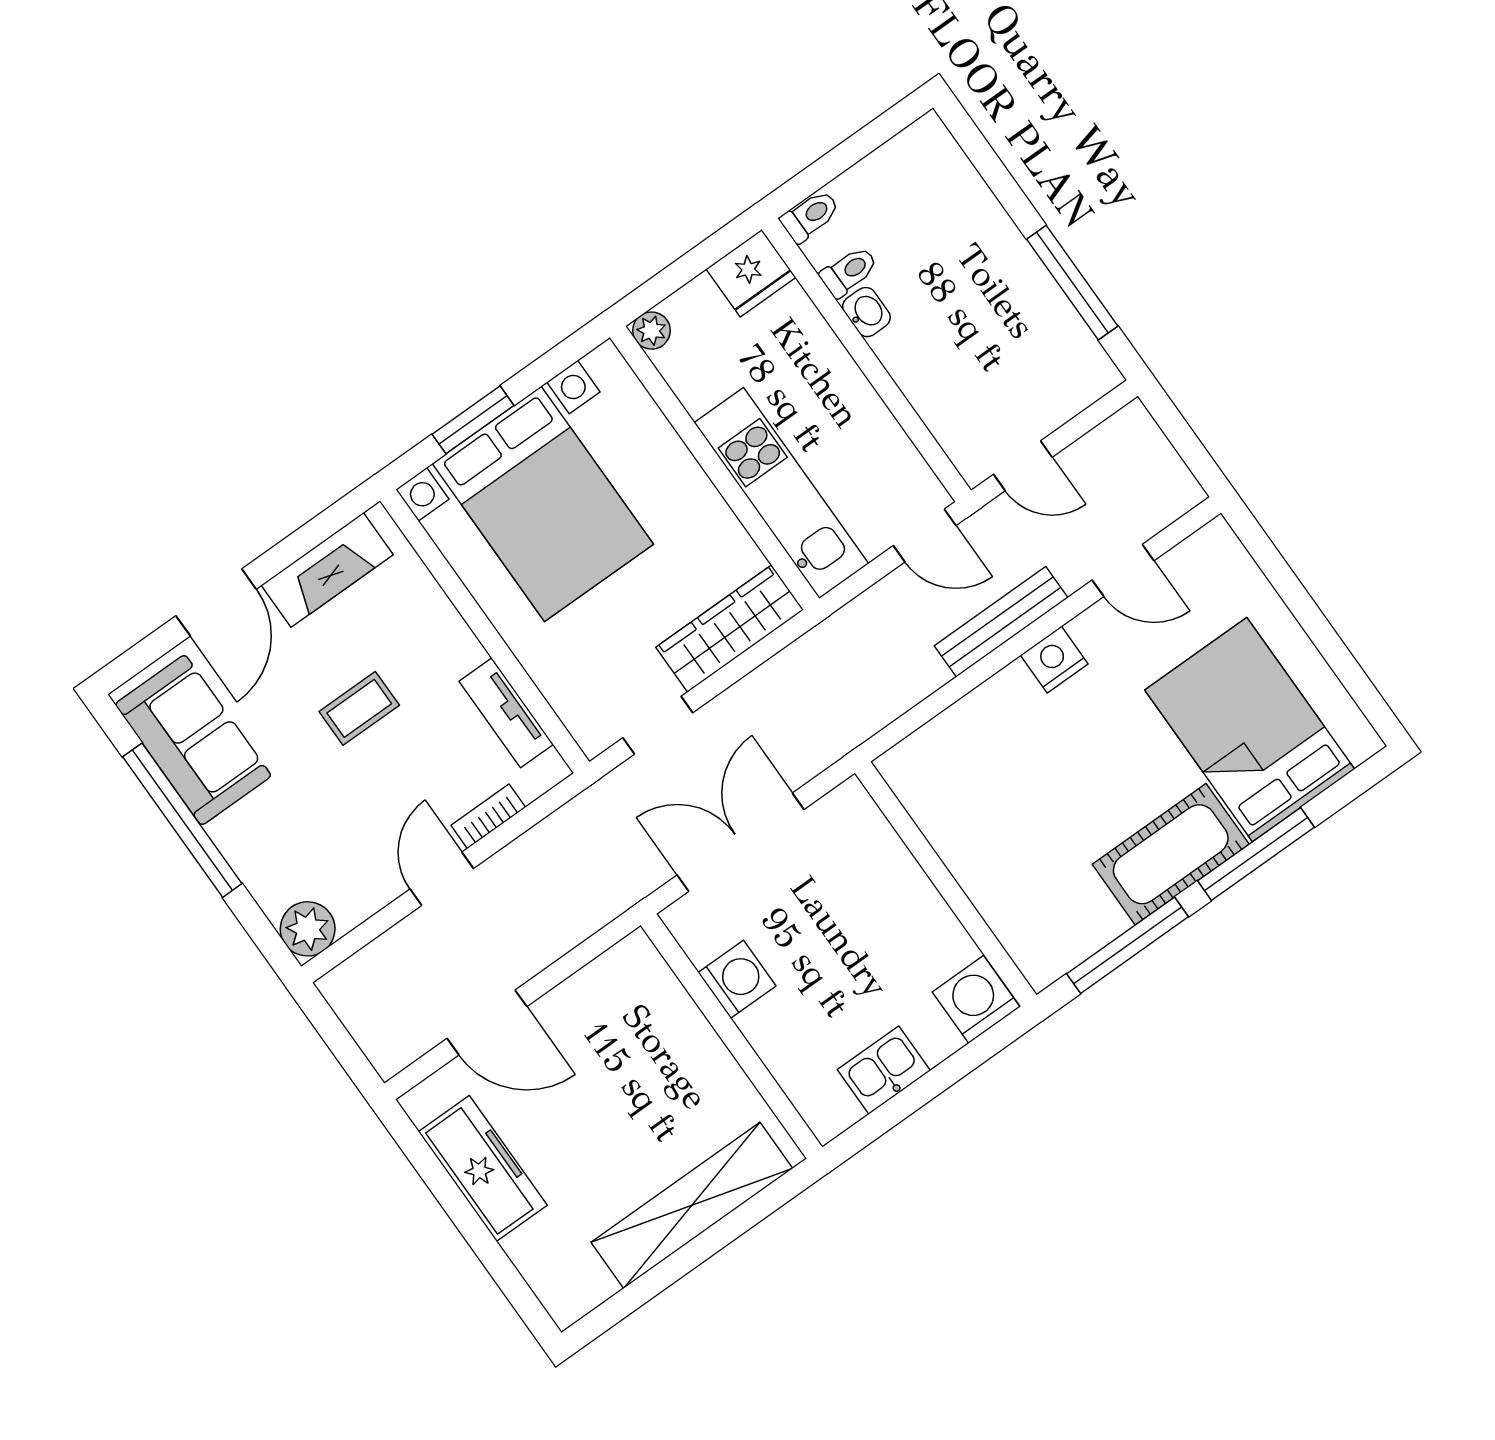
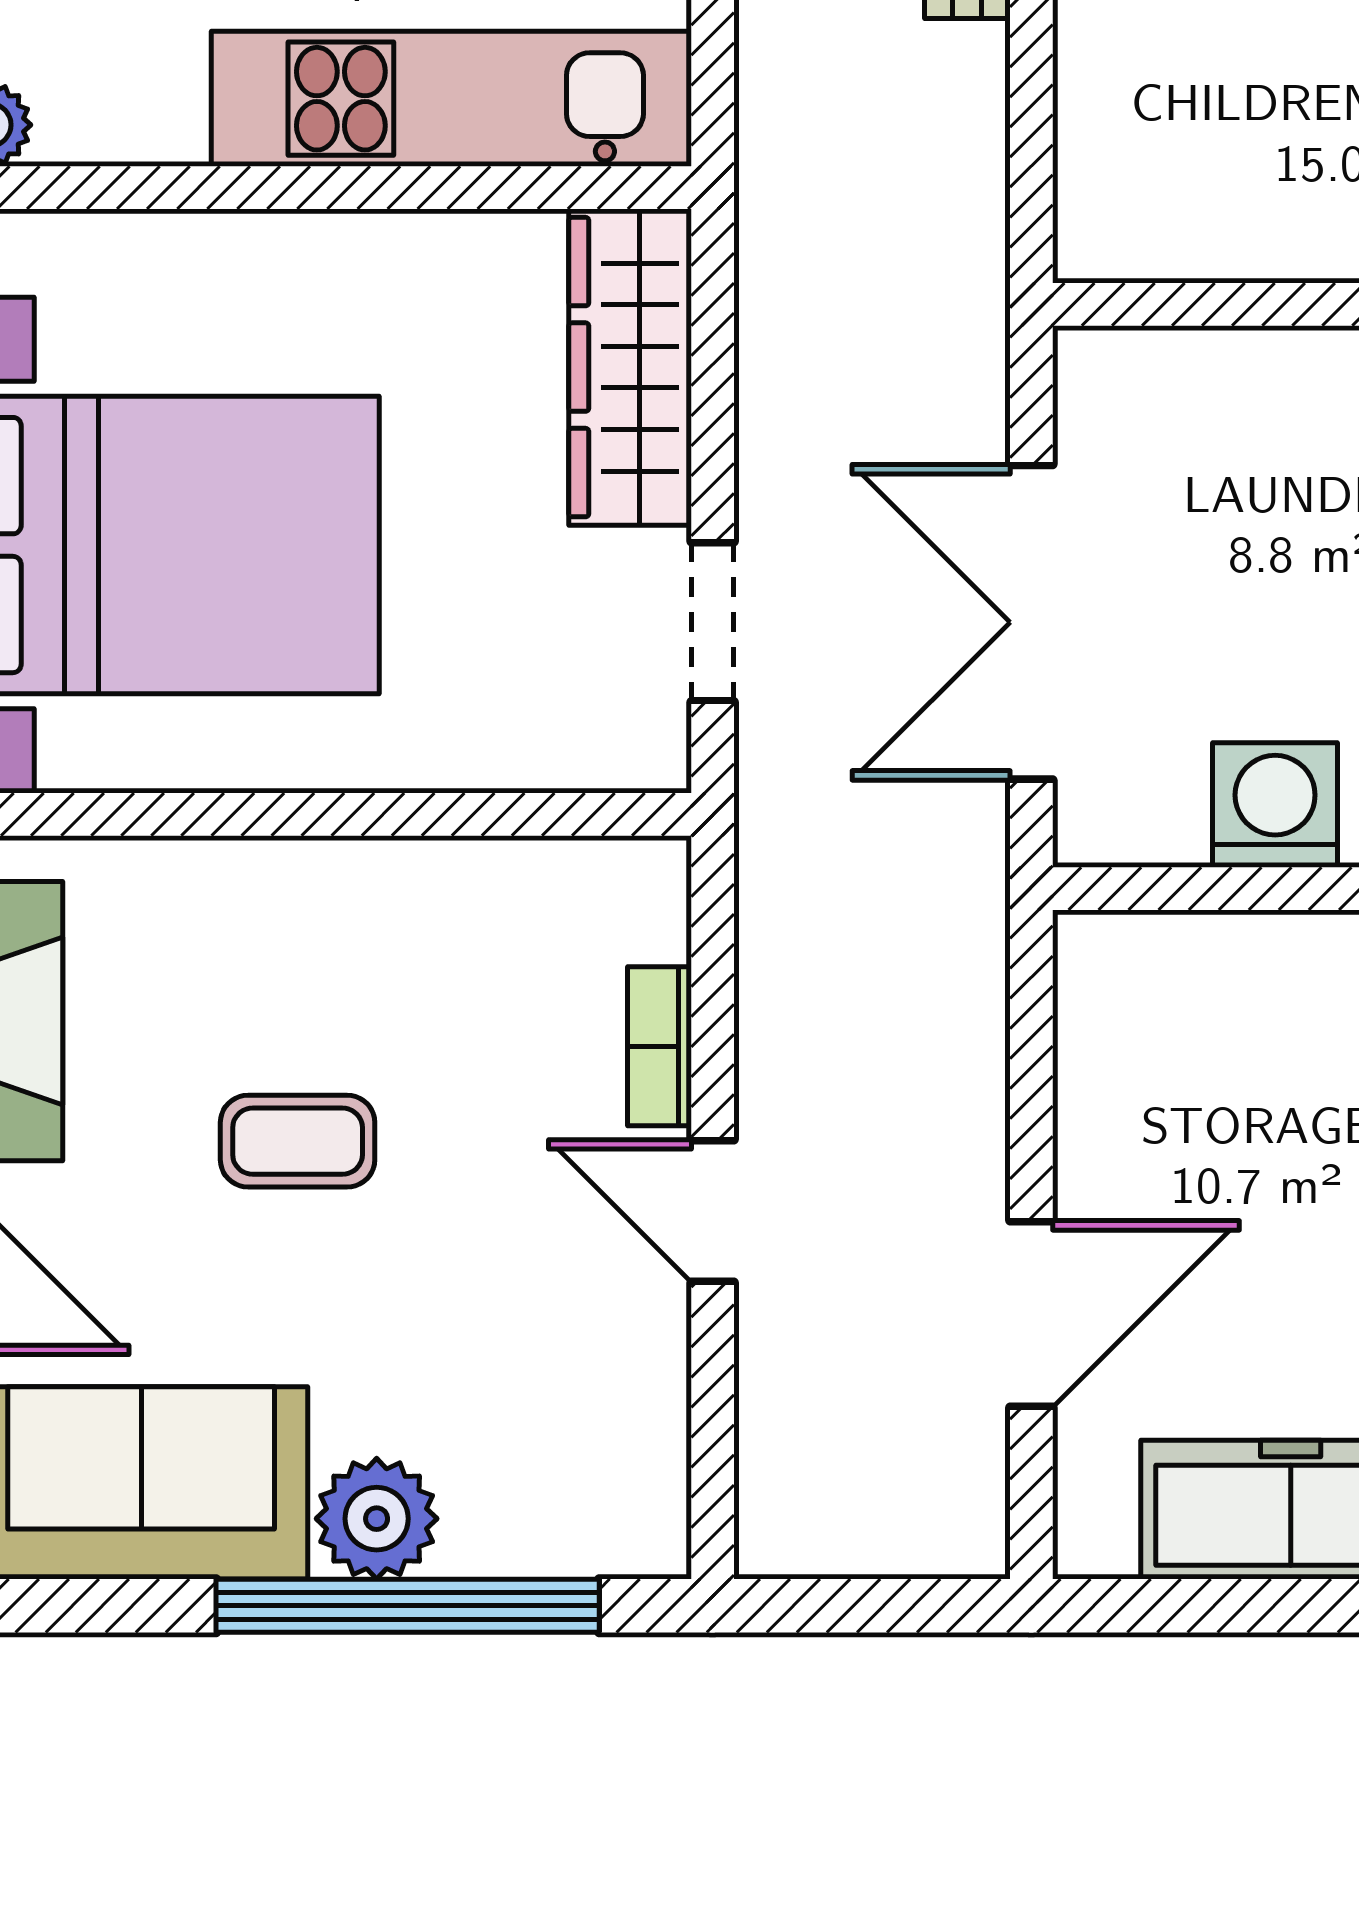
coffee table: (359, 708) -> (298, 1141), turned 90
tv unit: (506, 713) -> (495, 881), removed
window: (182, 820) -> (408, 1606), moved
plant: (308, 929) -> (377, 1519), moved

